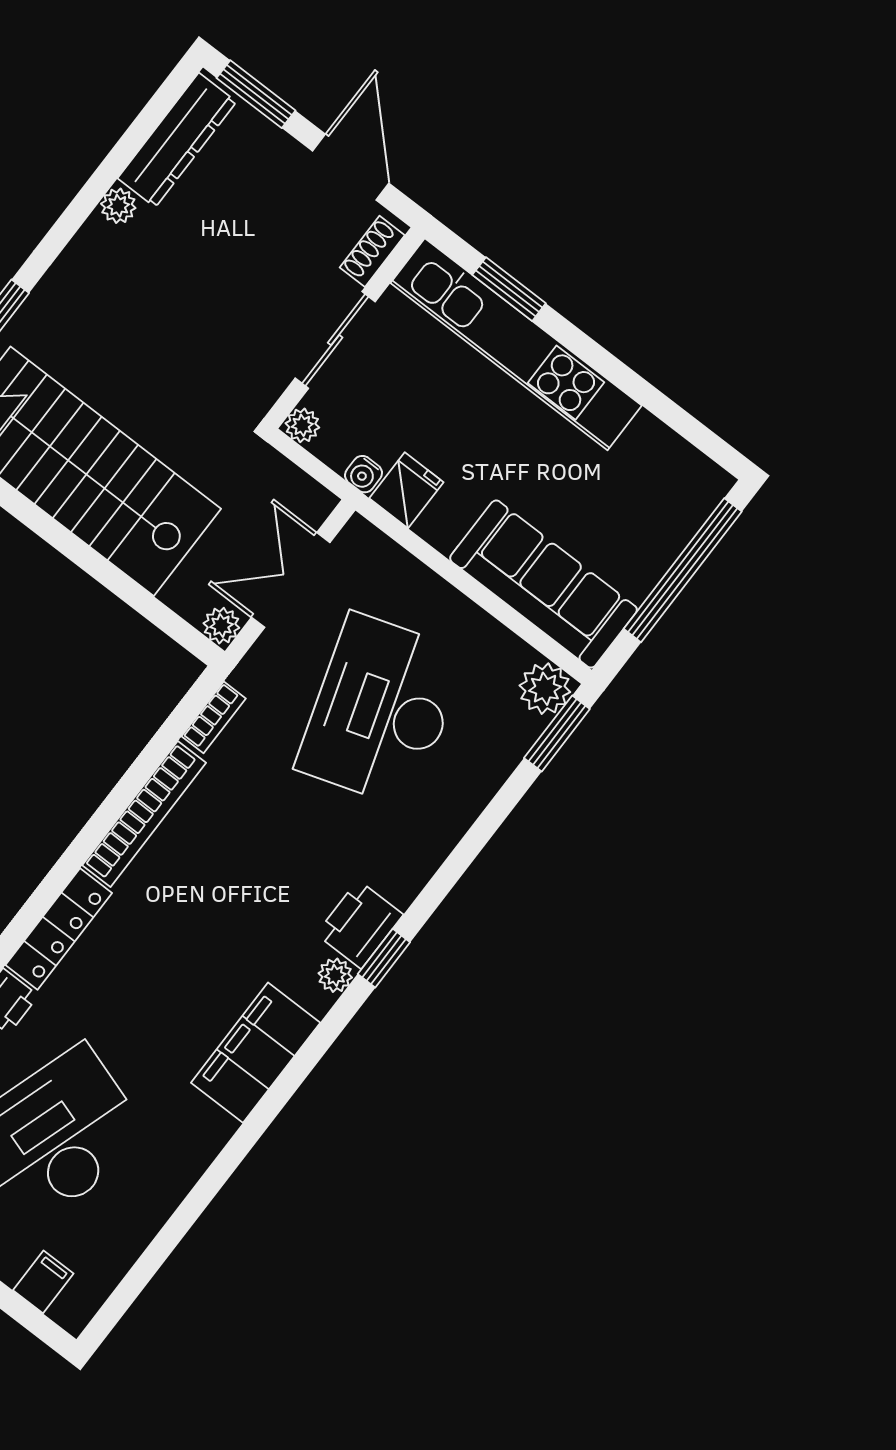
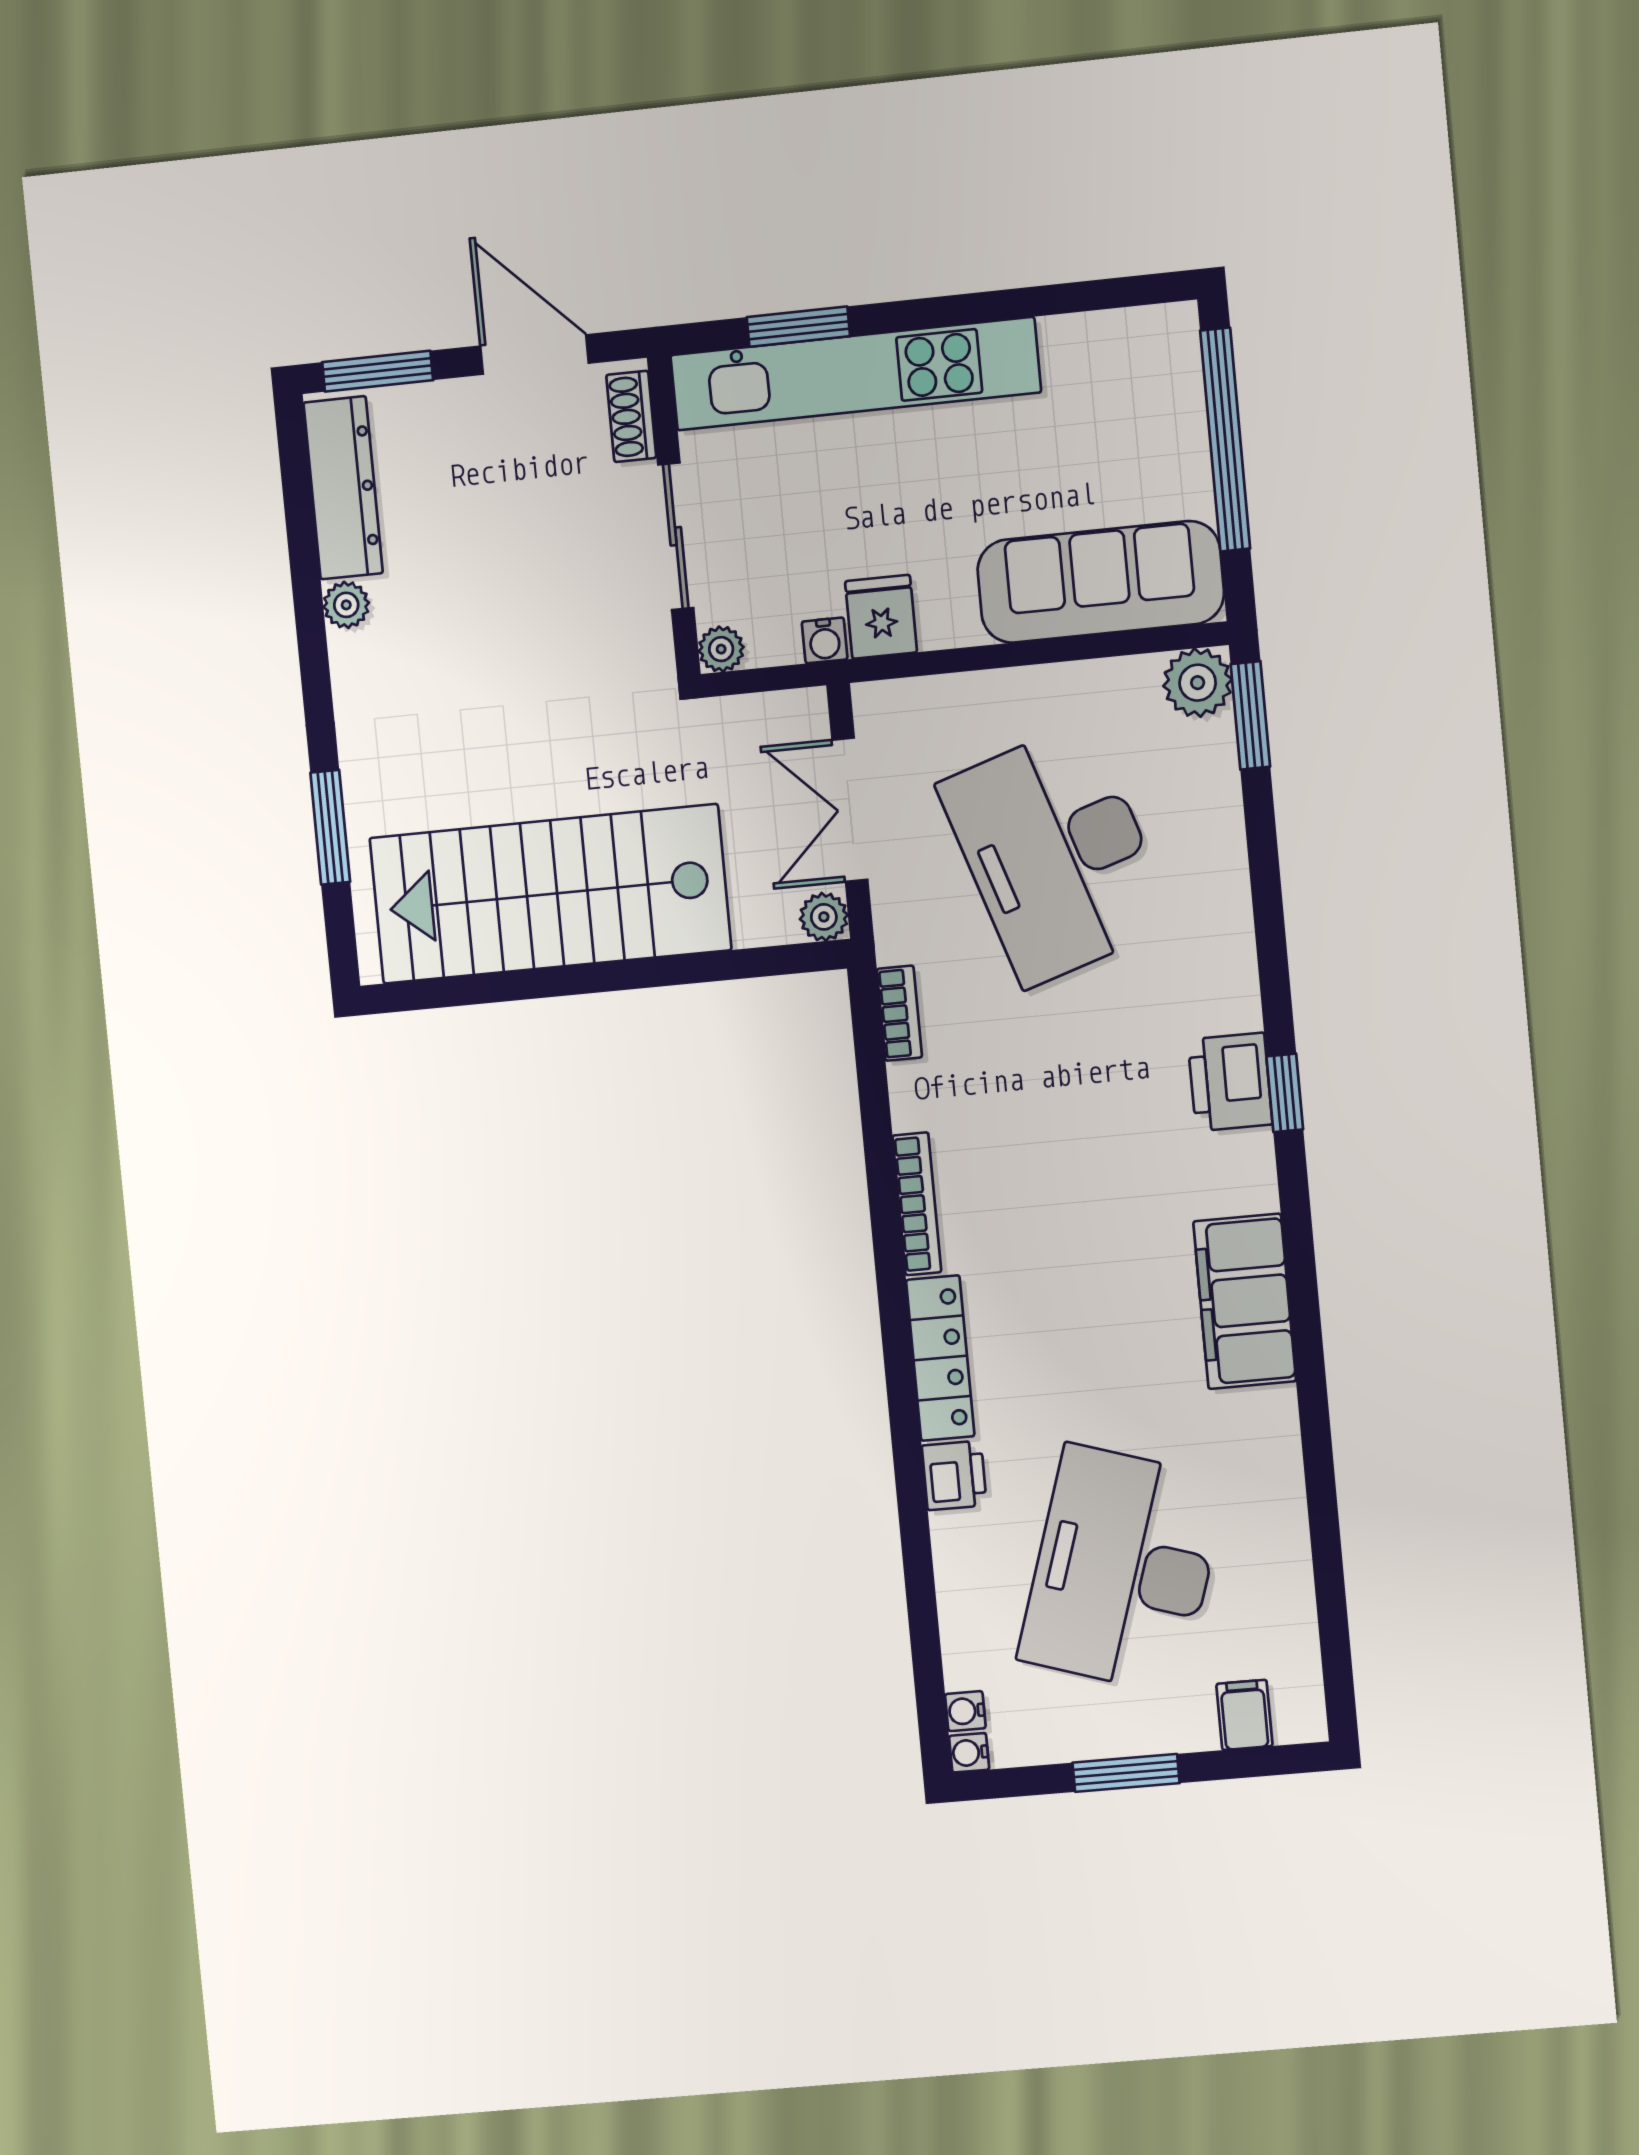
bookcase: (144, 814) -> (917, 1204), width x0.68, depth x0.76
plant: (335, 975) -> (1252, 1154), removed

